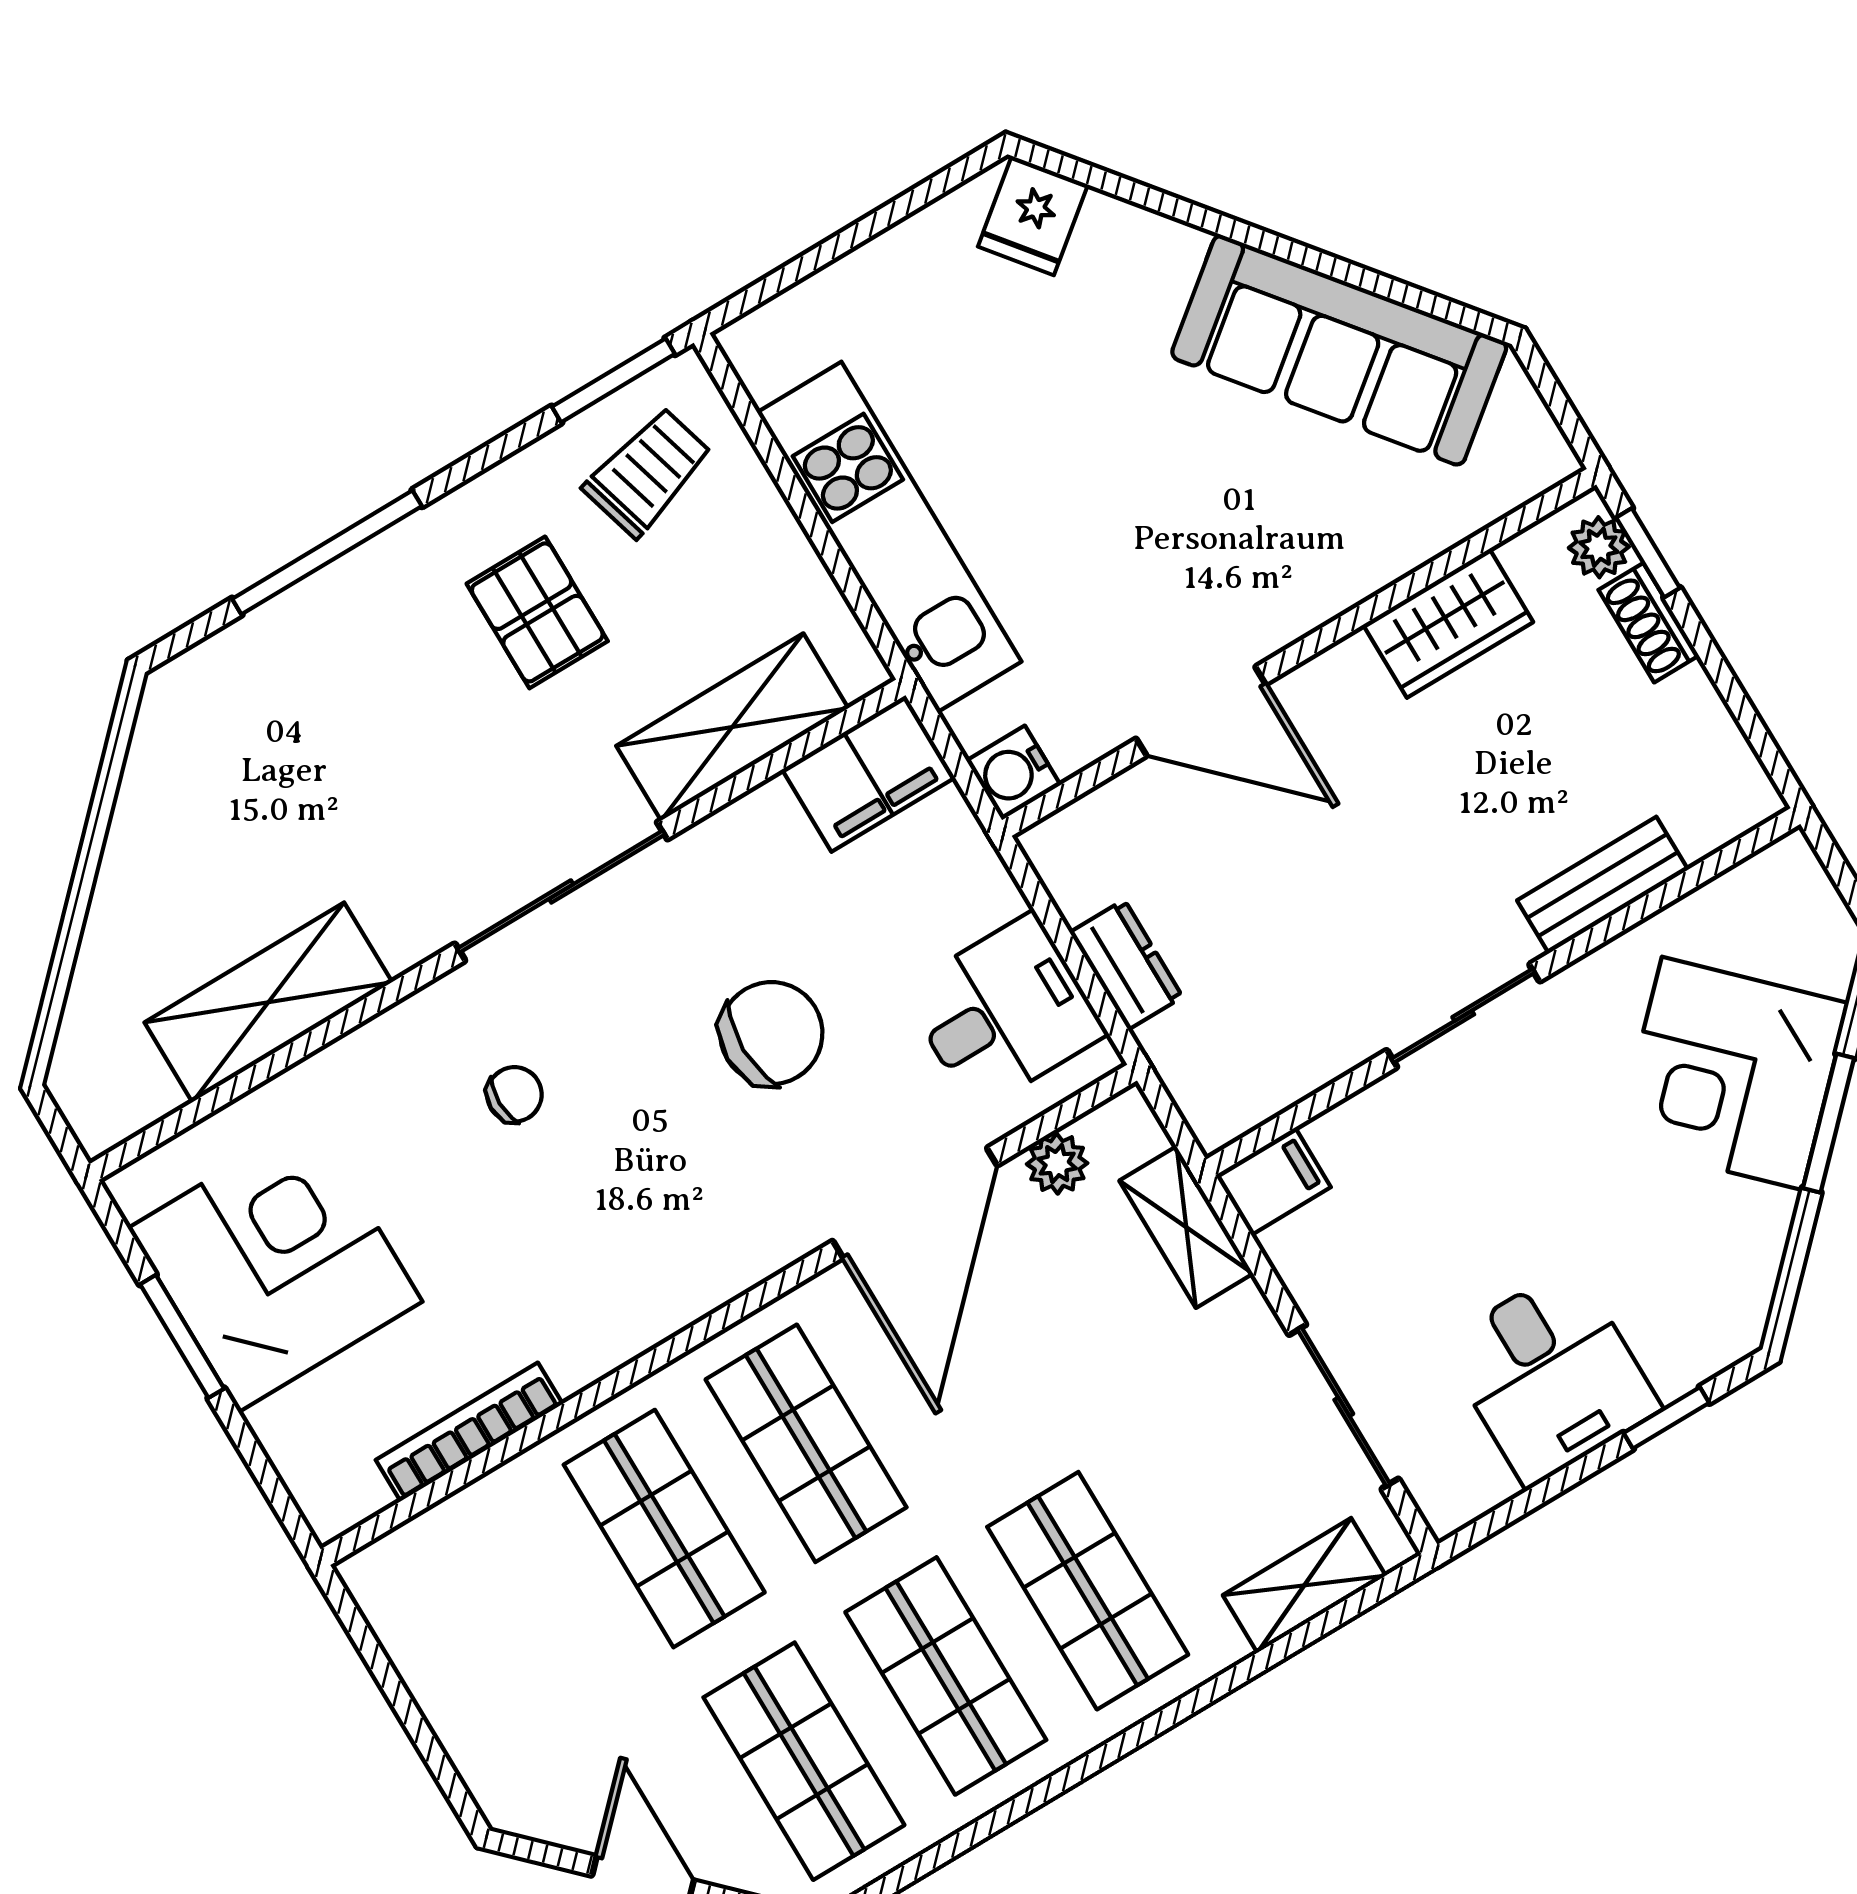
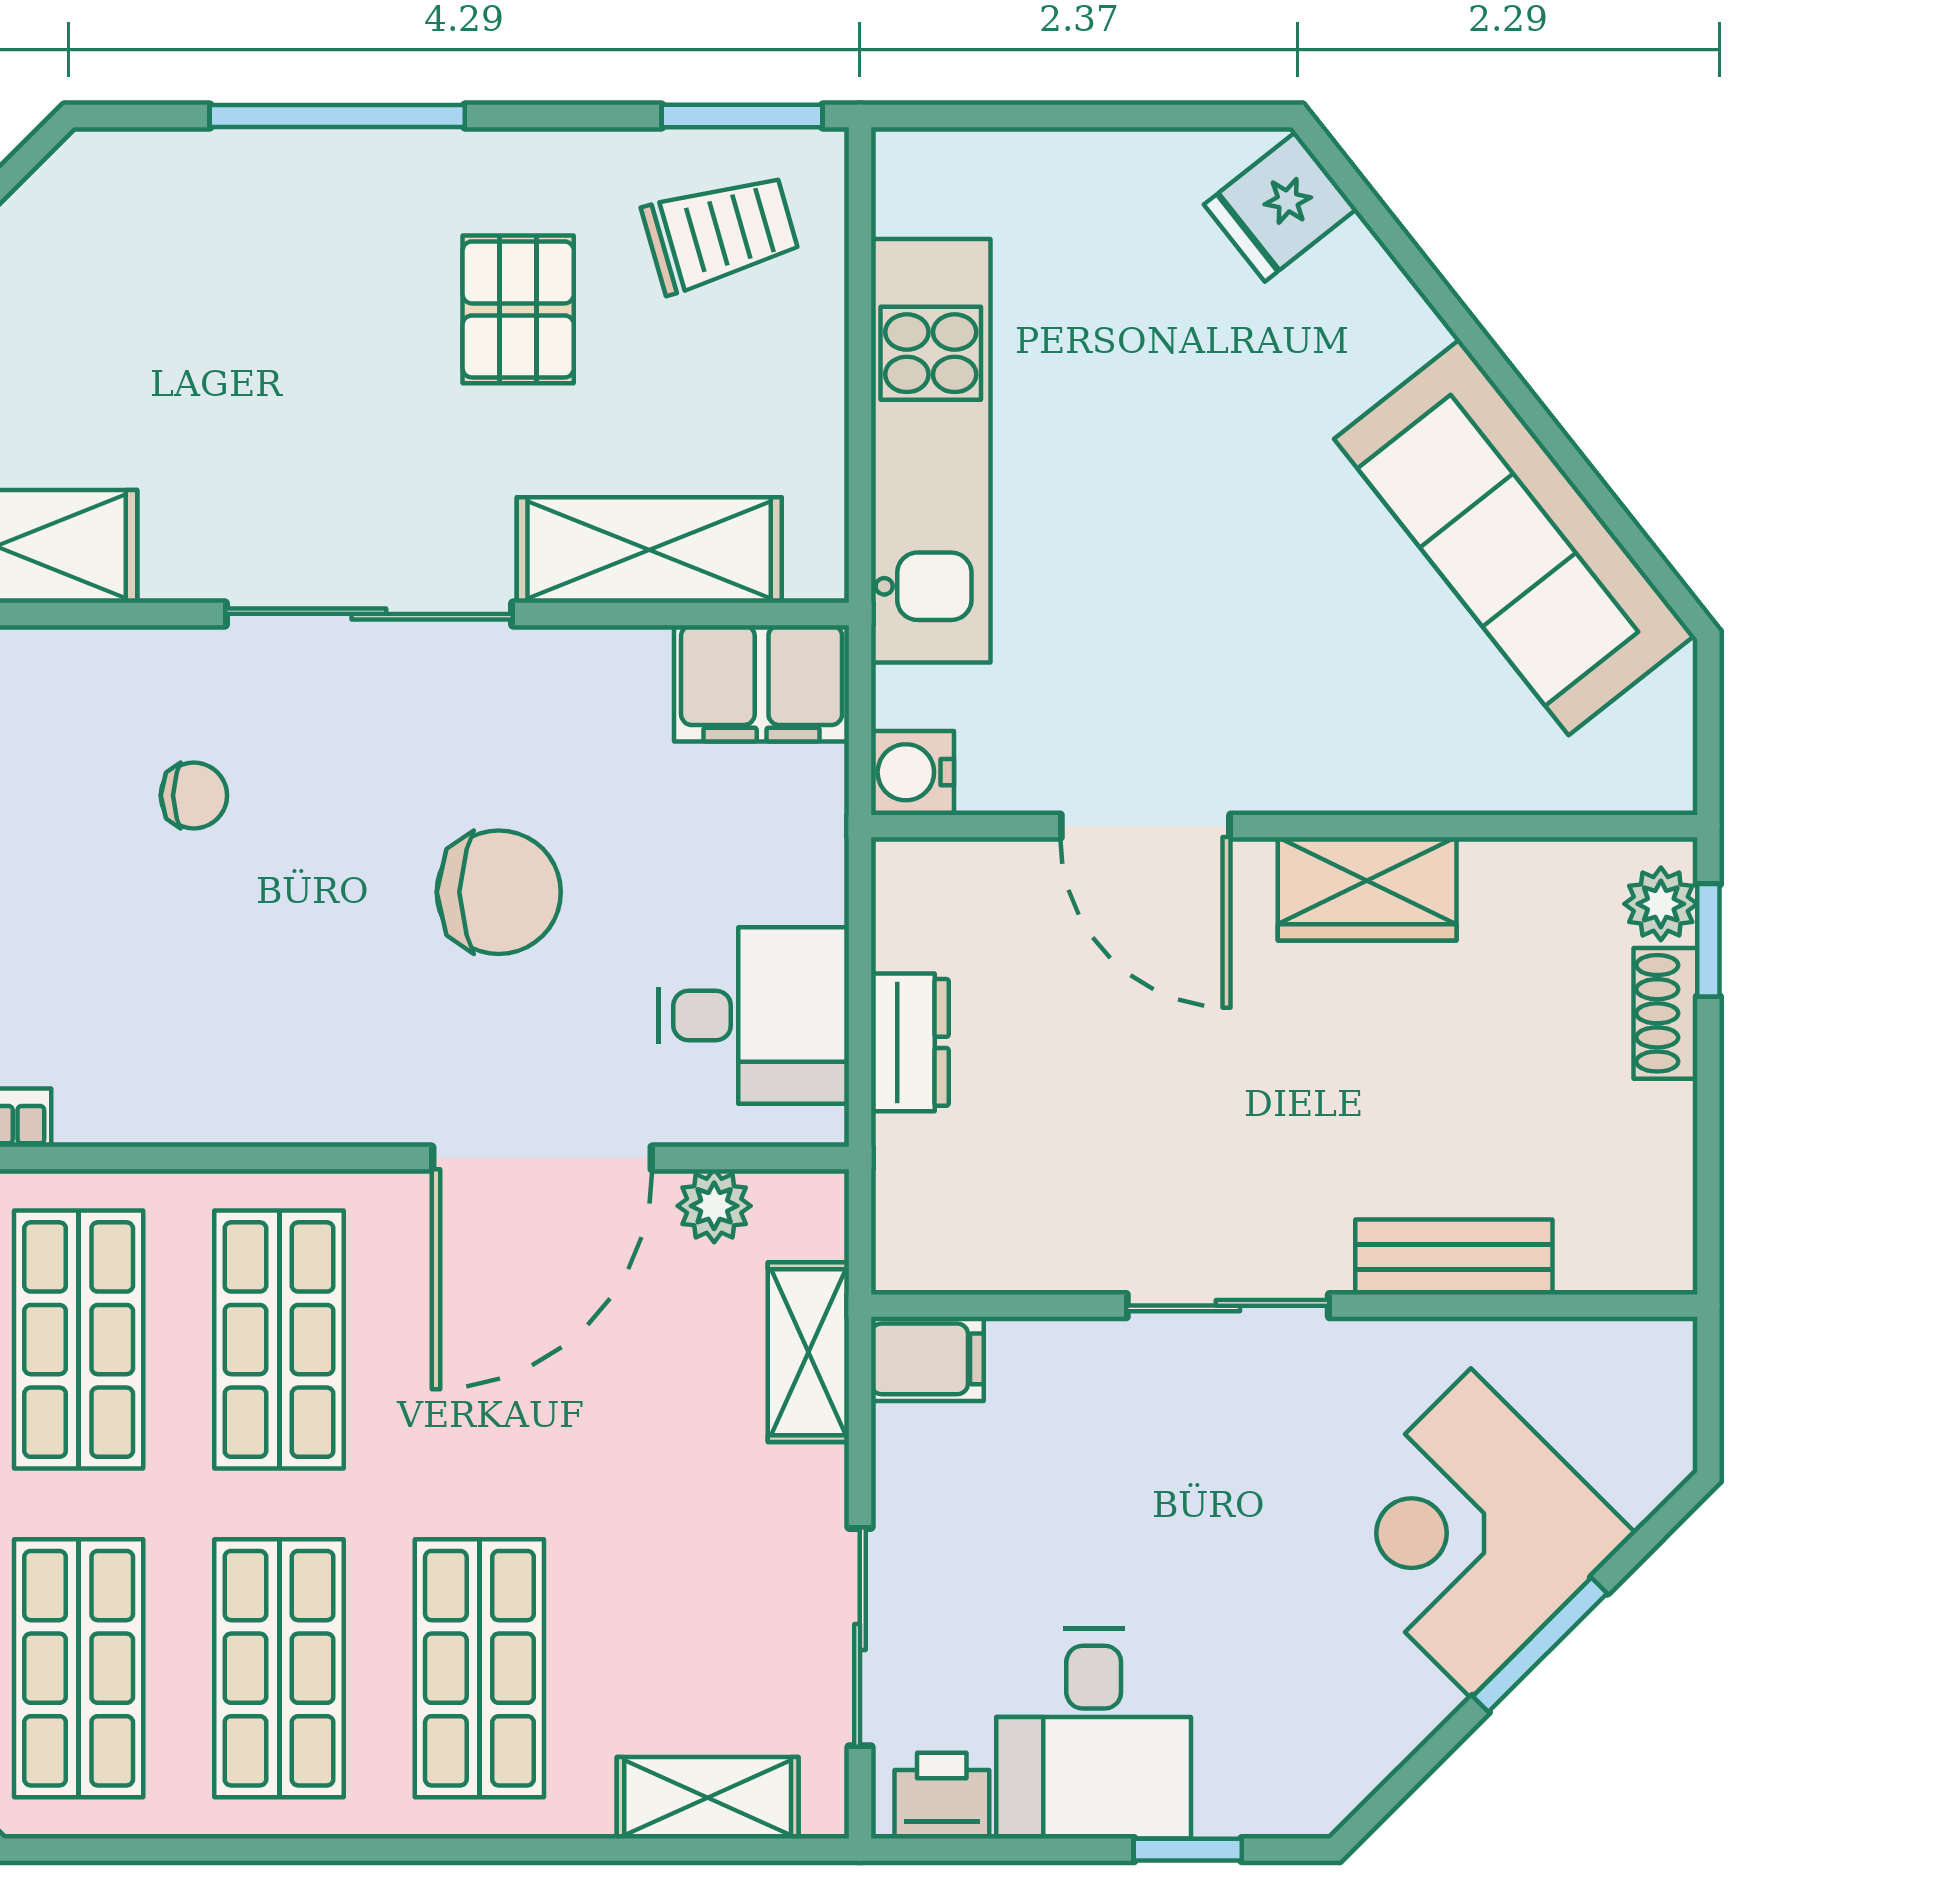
wardrobe: (1448, 623) -> (1367, 889), moved
printer: (1469, 1484) -> (942, 1796), added

